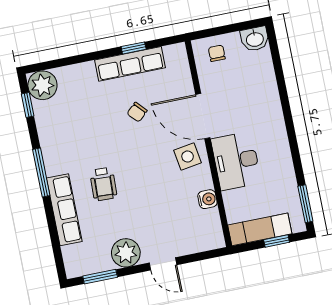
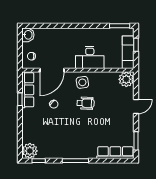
row of seats: (130, 64) -> (28, 90), moved
door: (203, 116) -> (52, 70), moved
wheelchair: (103, 184) -> (86, 103), moved
water cooler: (207, 199) -> (107, 76), removed
row of seats: (64, 210) -> (115, 153), moved
plant: (126, 253) -> (126, 79), moved

